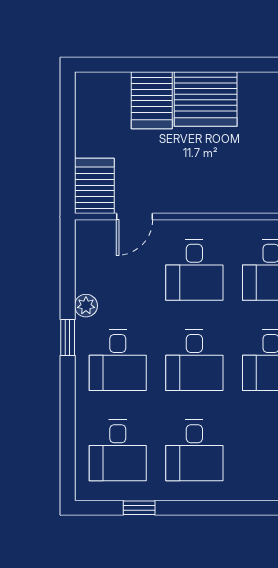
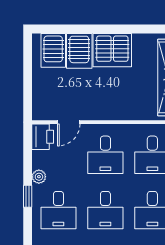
server rack: (94, 186) -> (53, 50), moved, turned 180
printer: (92, 240) -> (43, 137), added

